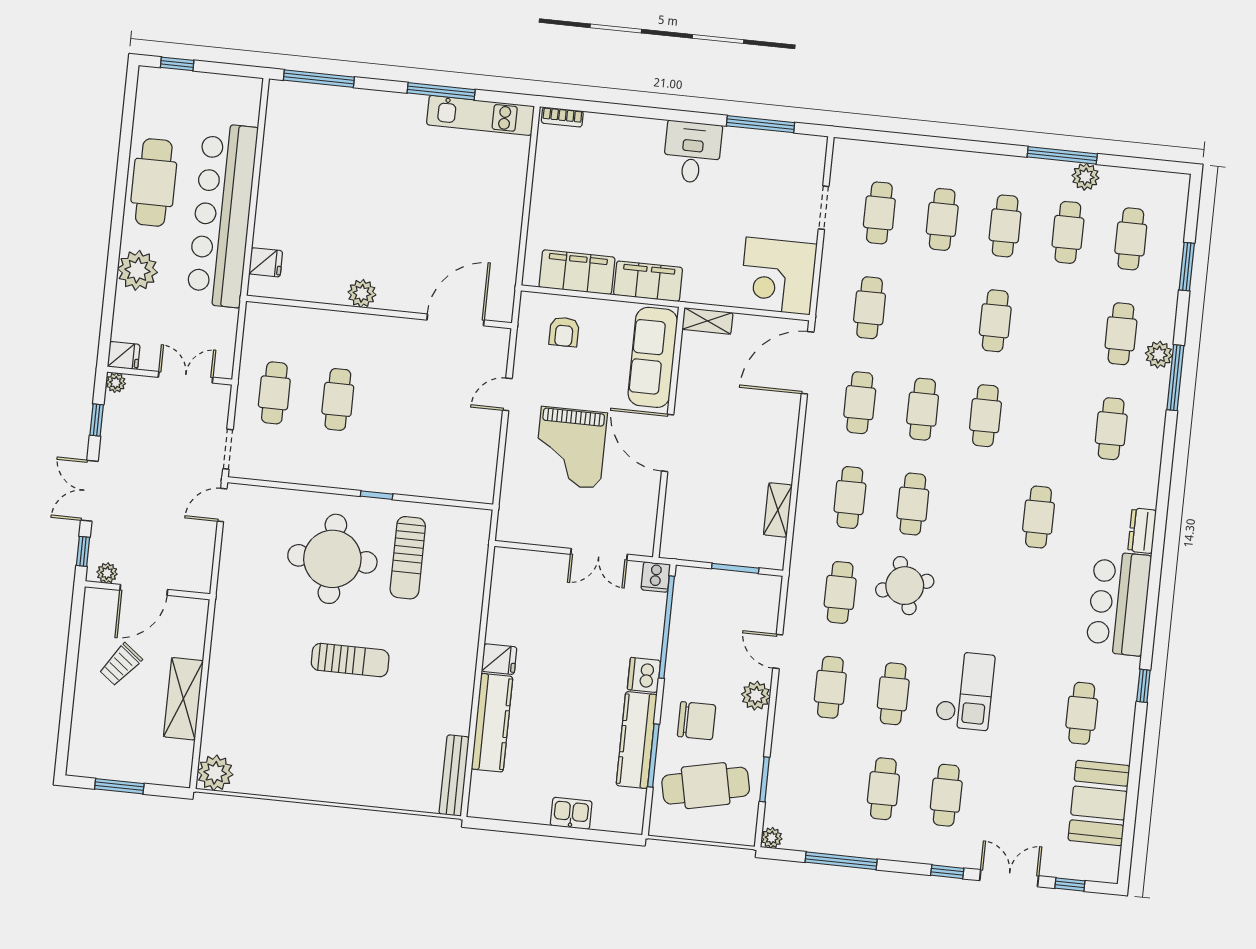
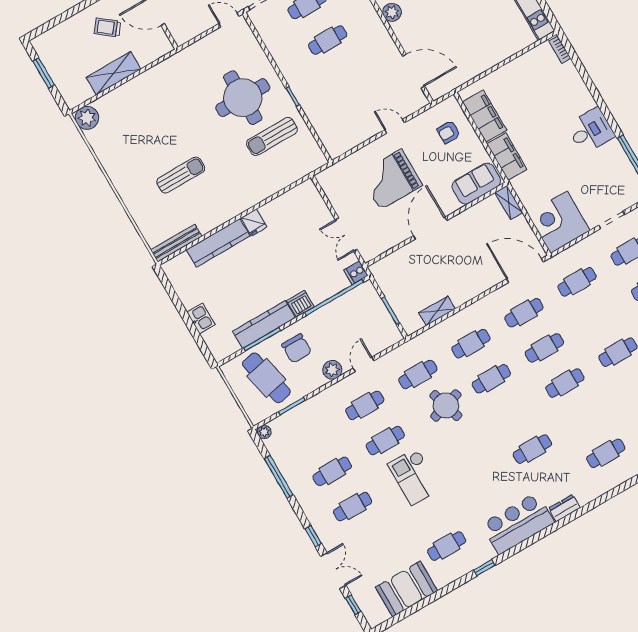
sofa: (653, 357) -> (476, 184), width x0.73
sun lounger: (350, 660) -> (181, 175), moved, turned -90
checkout: (965, 690) -> (414, 477), turned 90

